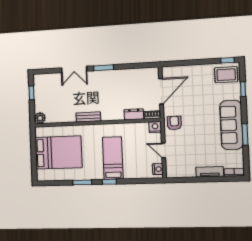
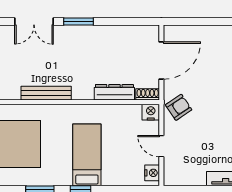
dresser: (134, 114) -> (114, 92), width x1.44
bench: (88, 117) -> (46, 93), width x1.36
armchair: (174, 123) -> (179, 107), turned 56

